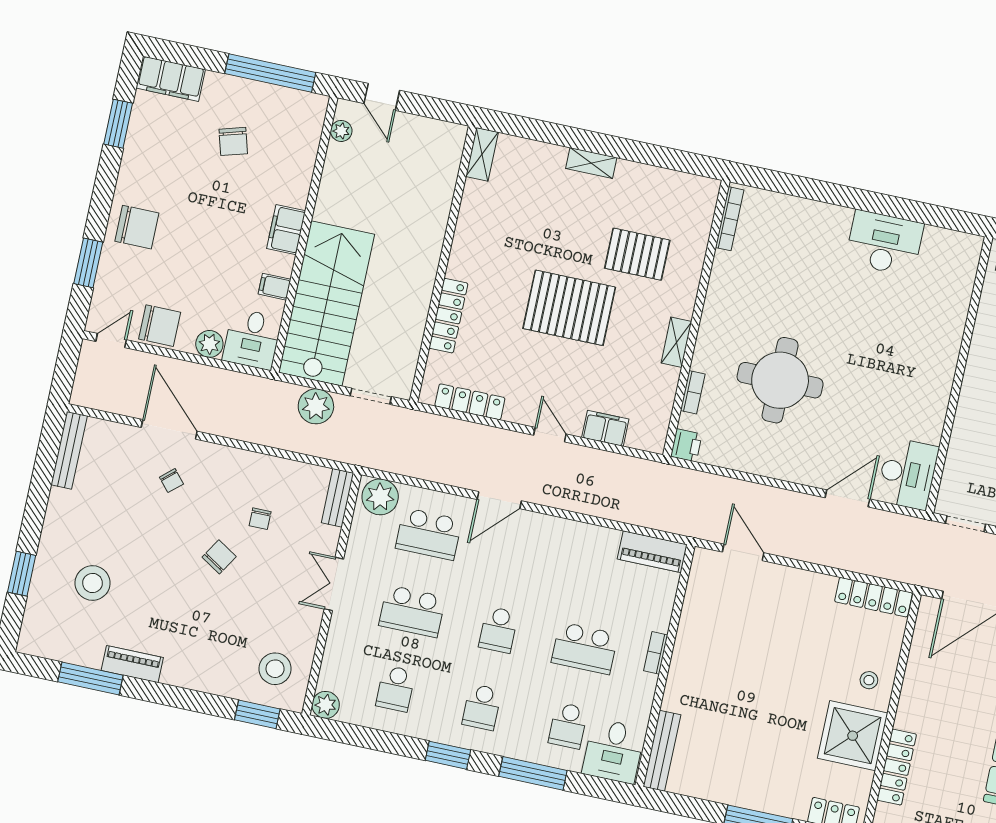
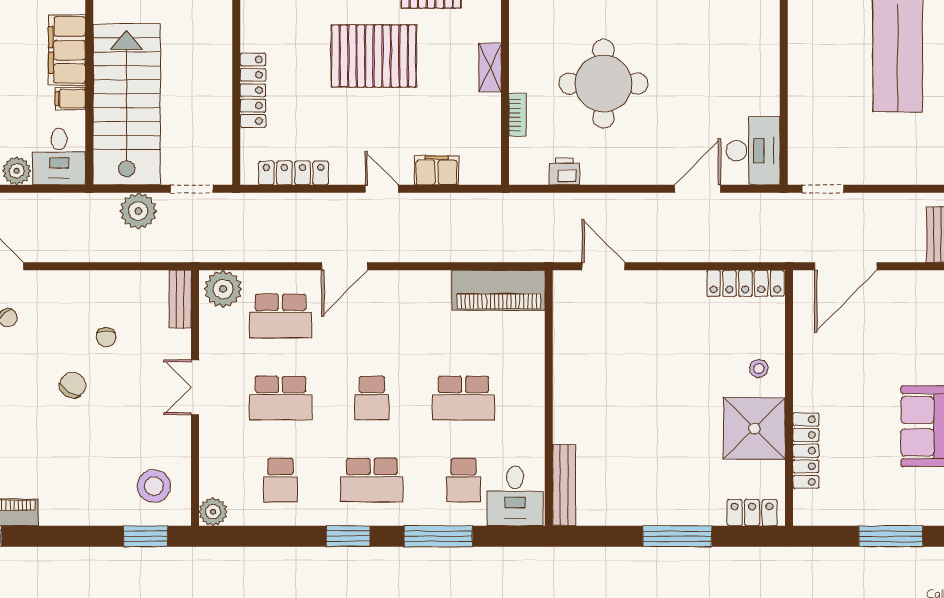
filing cabinet: (286, 230) -> (67, 50), width x1.50, depth x1.17
printer: (686, 445) -> (564, 171), moved, turned -90
piano: (652, 552) -> (499, 290), width x1.37, depth x1.33
bookcase: (656, 653) -> (537, 387), removed
school desk: (482, 707) -> (372, 480), width x1.85

